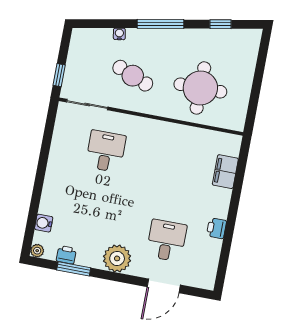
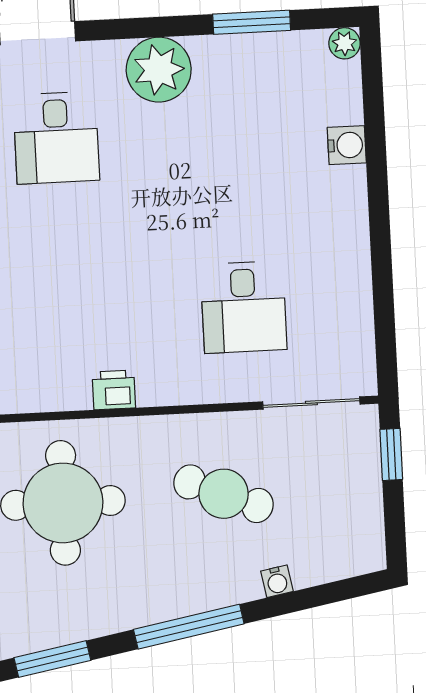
window: (220, 24) -> (52, 659), width x1.50
water cooler: (44, 223) -> (347, 145), moved
printer: (66, 255) -> (114, 390), moved, turned 180

